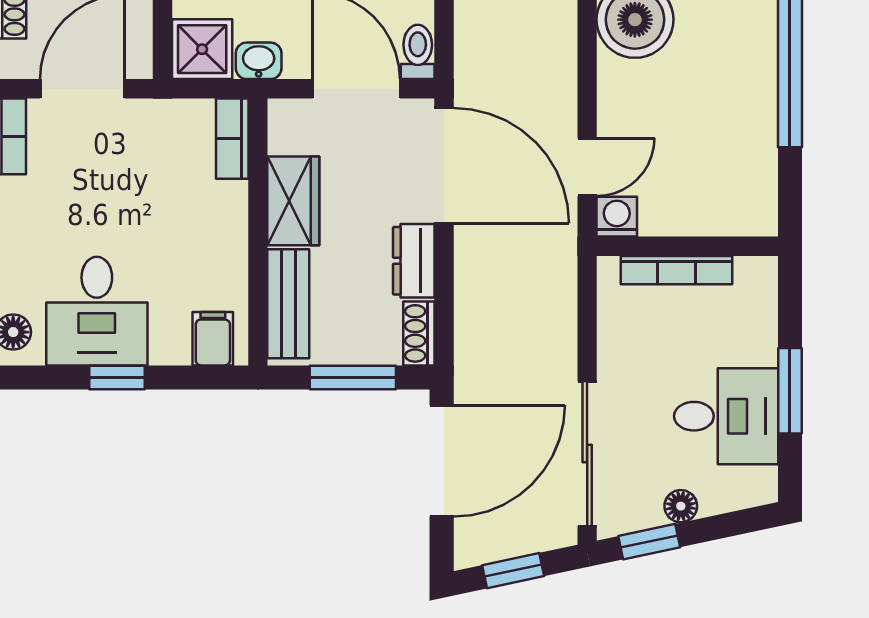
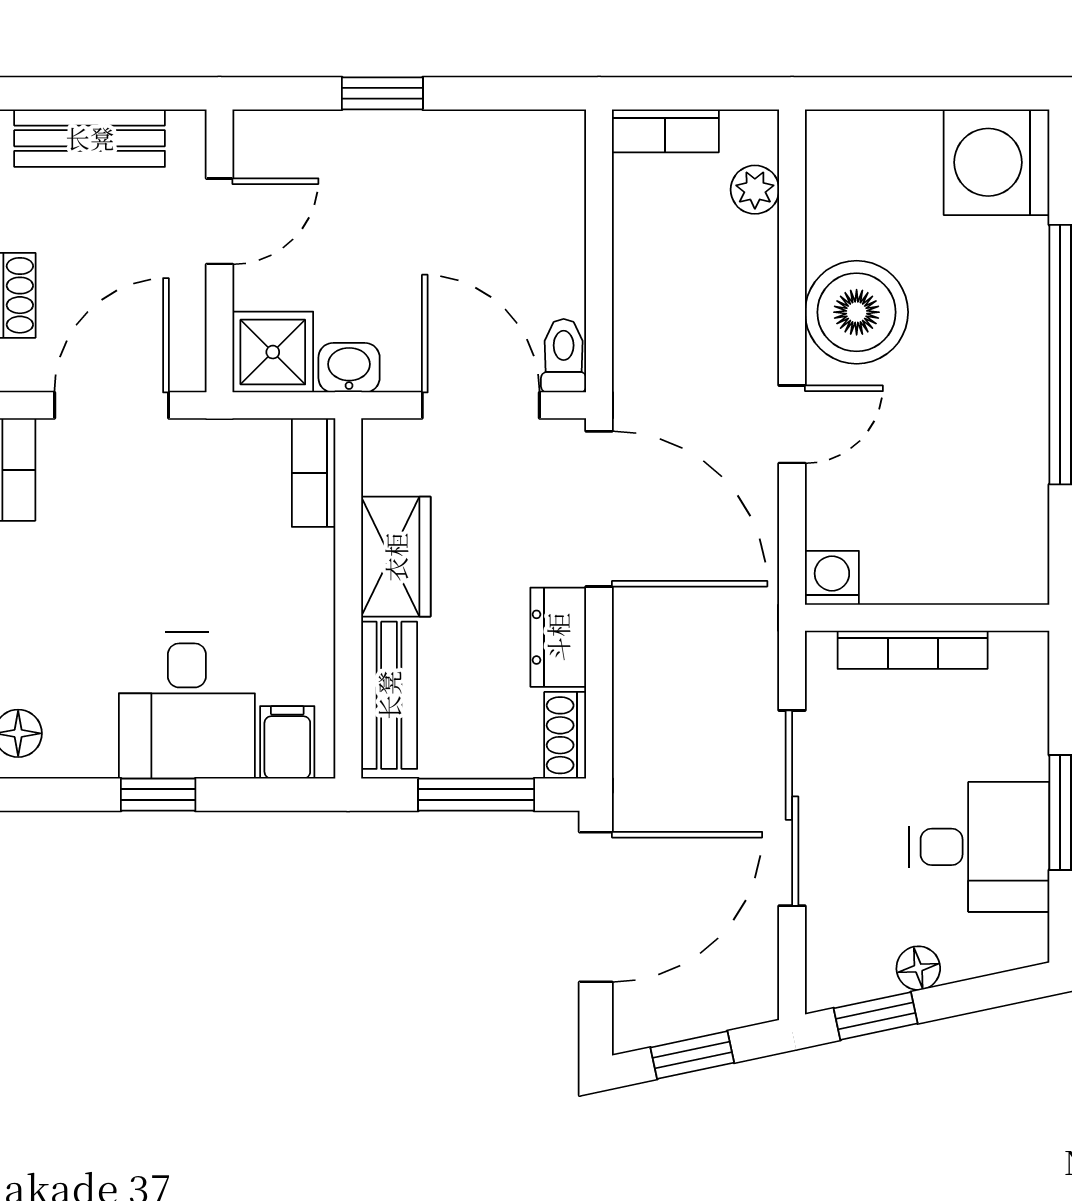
door: (587, 167) -> (792, 424), moved
desk: (97, 311) -> (187, 705), moved
sliding door: (587, 454) -> (792, 808), moved

